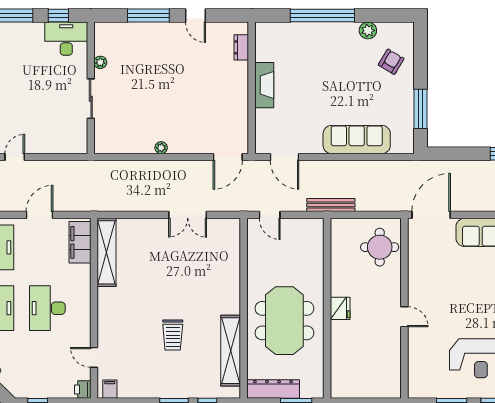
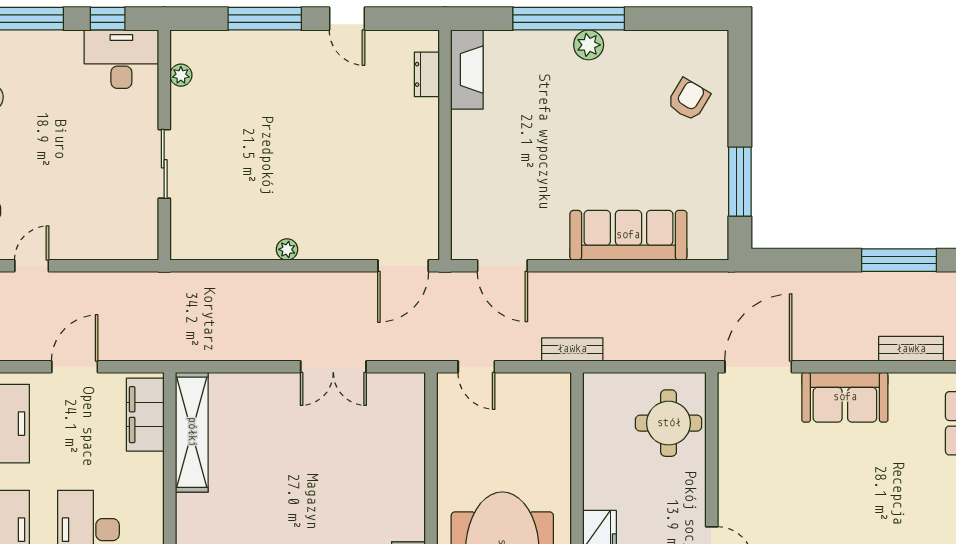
plant: (368, 30) -> (589, 45), moved
plant: (100, 62) -> (181, 75), moved
fireplace: (264, 85) -> (467, 70), moved
bench: (331, 205) -> (572, 349), width x0.73

